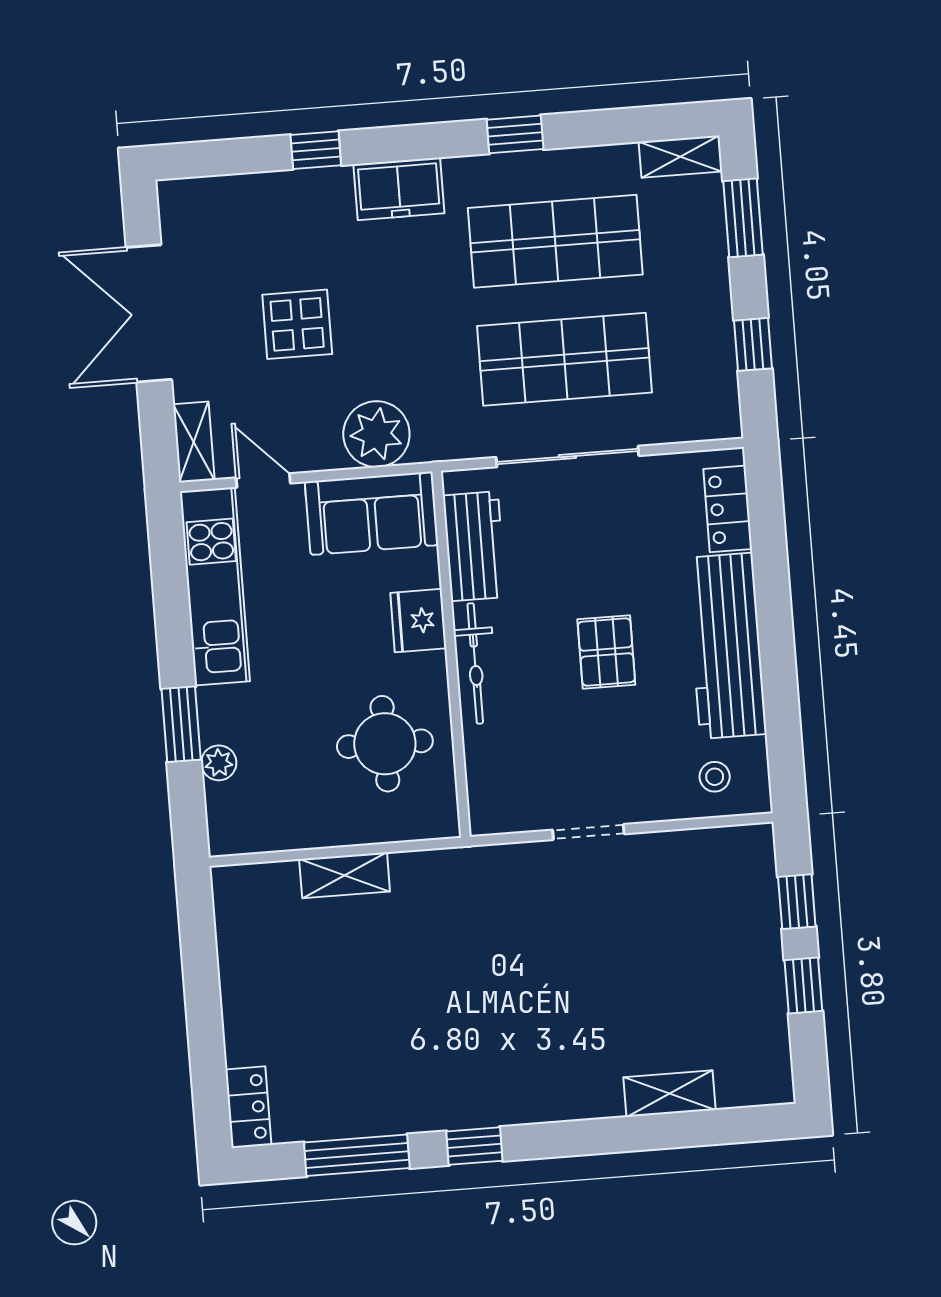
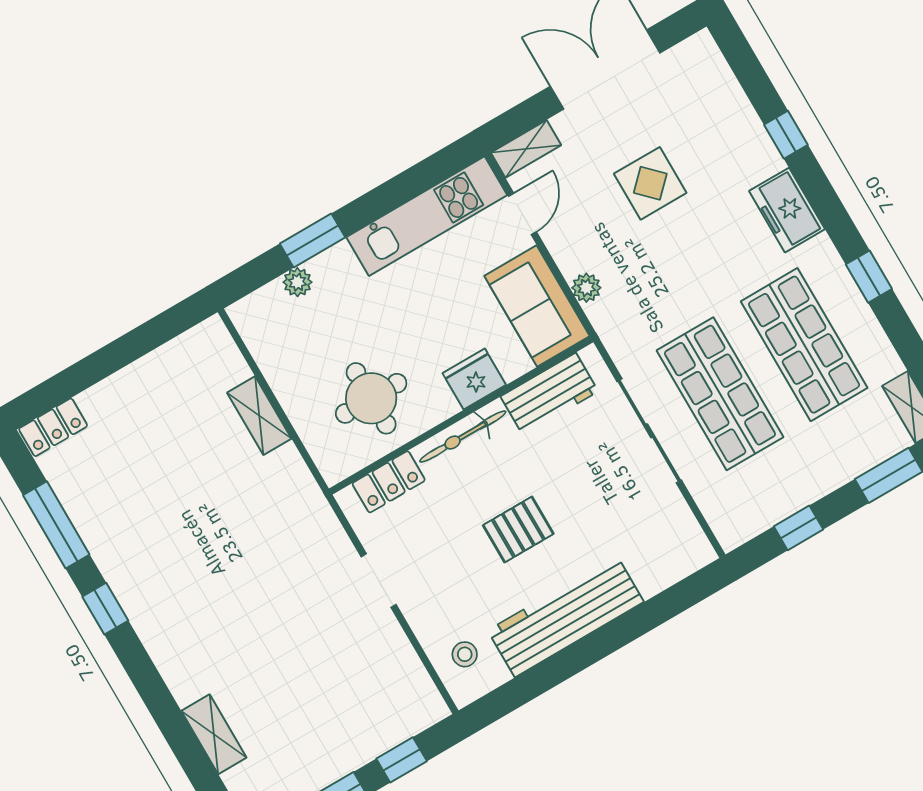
plant: (376, 434) -> (586, 288), width x0.53, depth x0.53
locker: (728, 509) -> (389, 482), moved, turned 180

